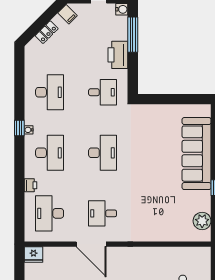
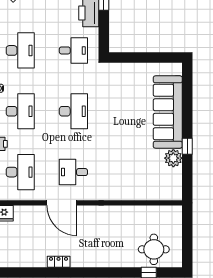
desk: (50, 213) -> (20, 172), turned 180
plant: (202, 221) -> (173, 158), moved

